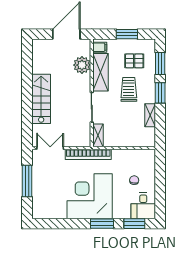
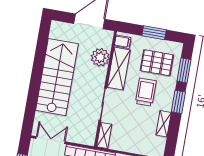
pallet: (134, 61) -> (157, 63), width x1.50, depth x1.42
stairs: (41, 99) -> (57, 77), width x1.36, depth x1.51

